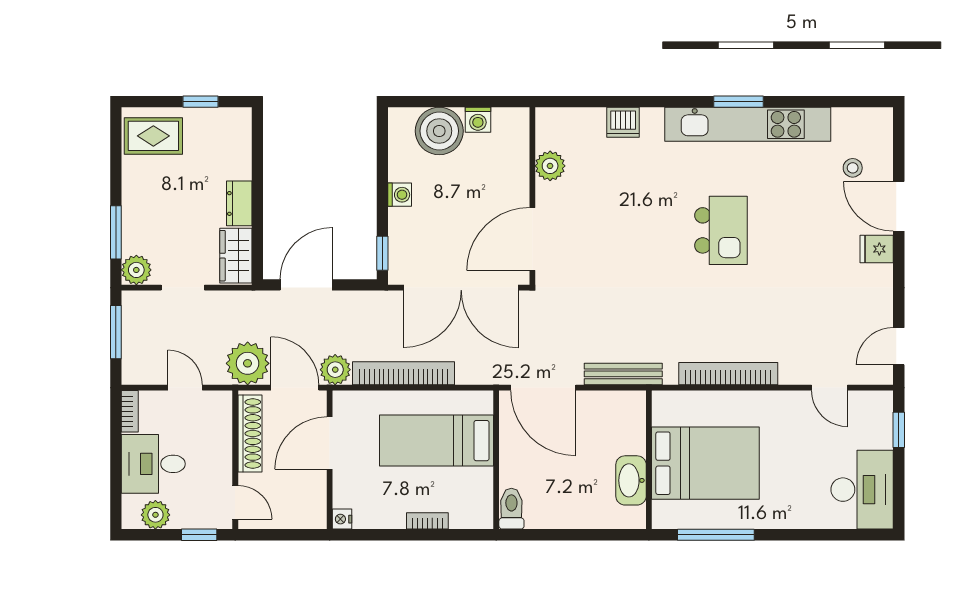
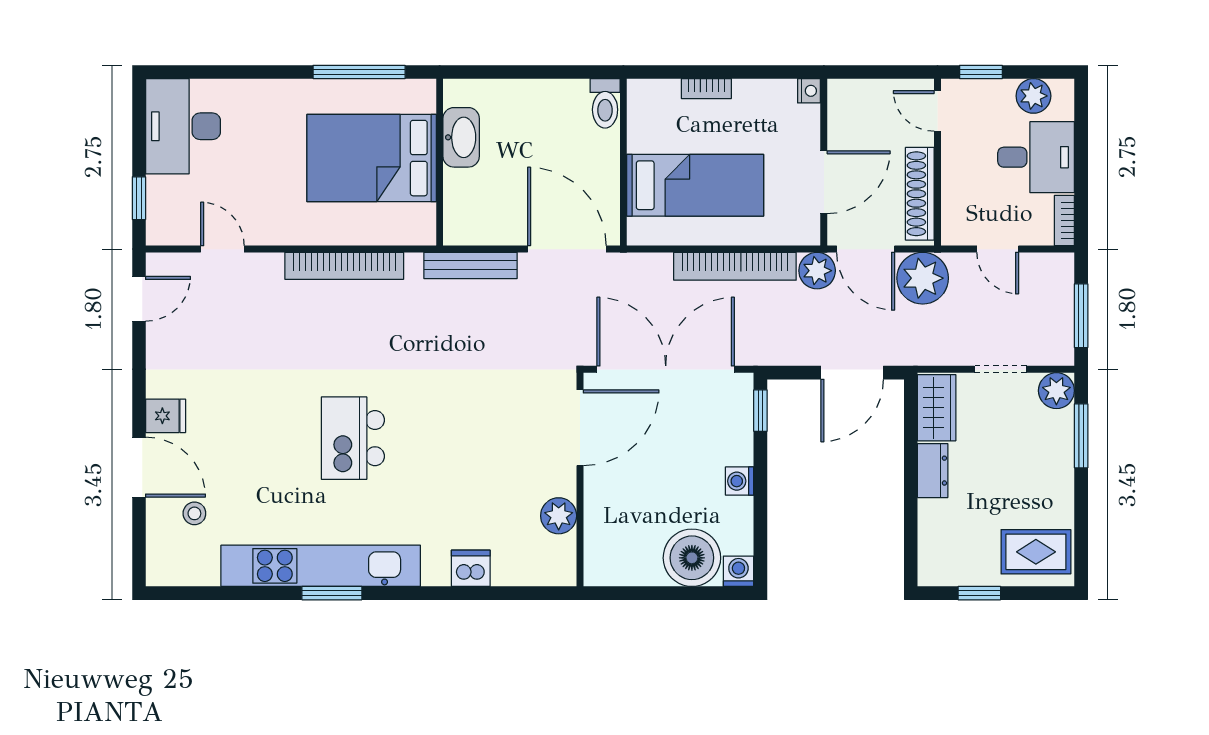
washing machine: (478, 120) -> (738, 571), moved

